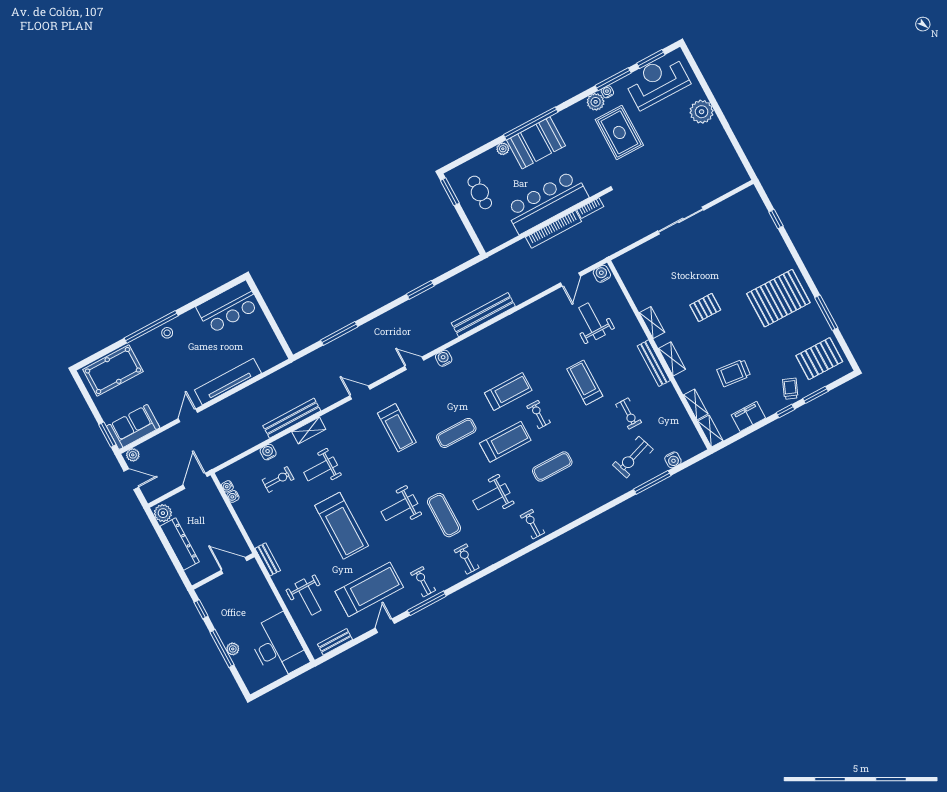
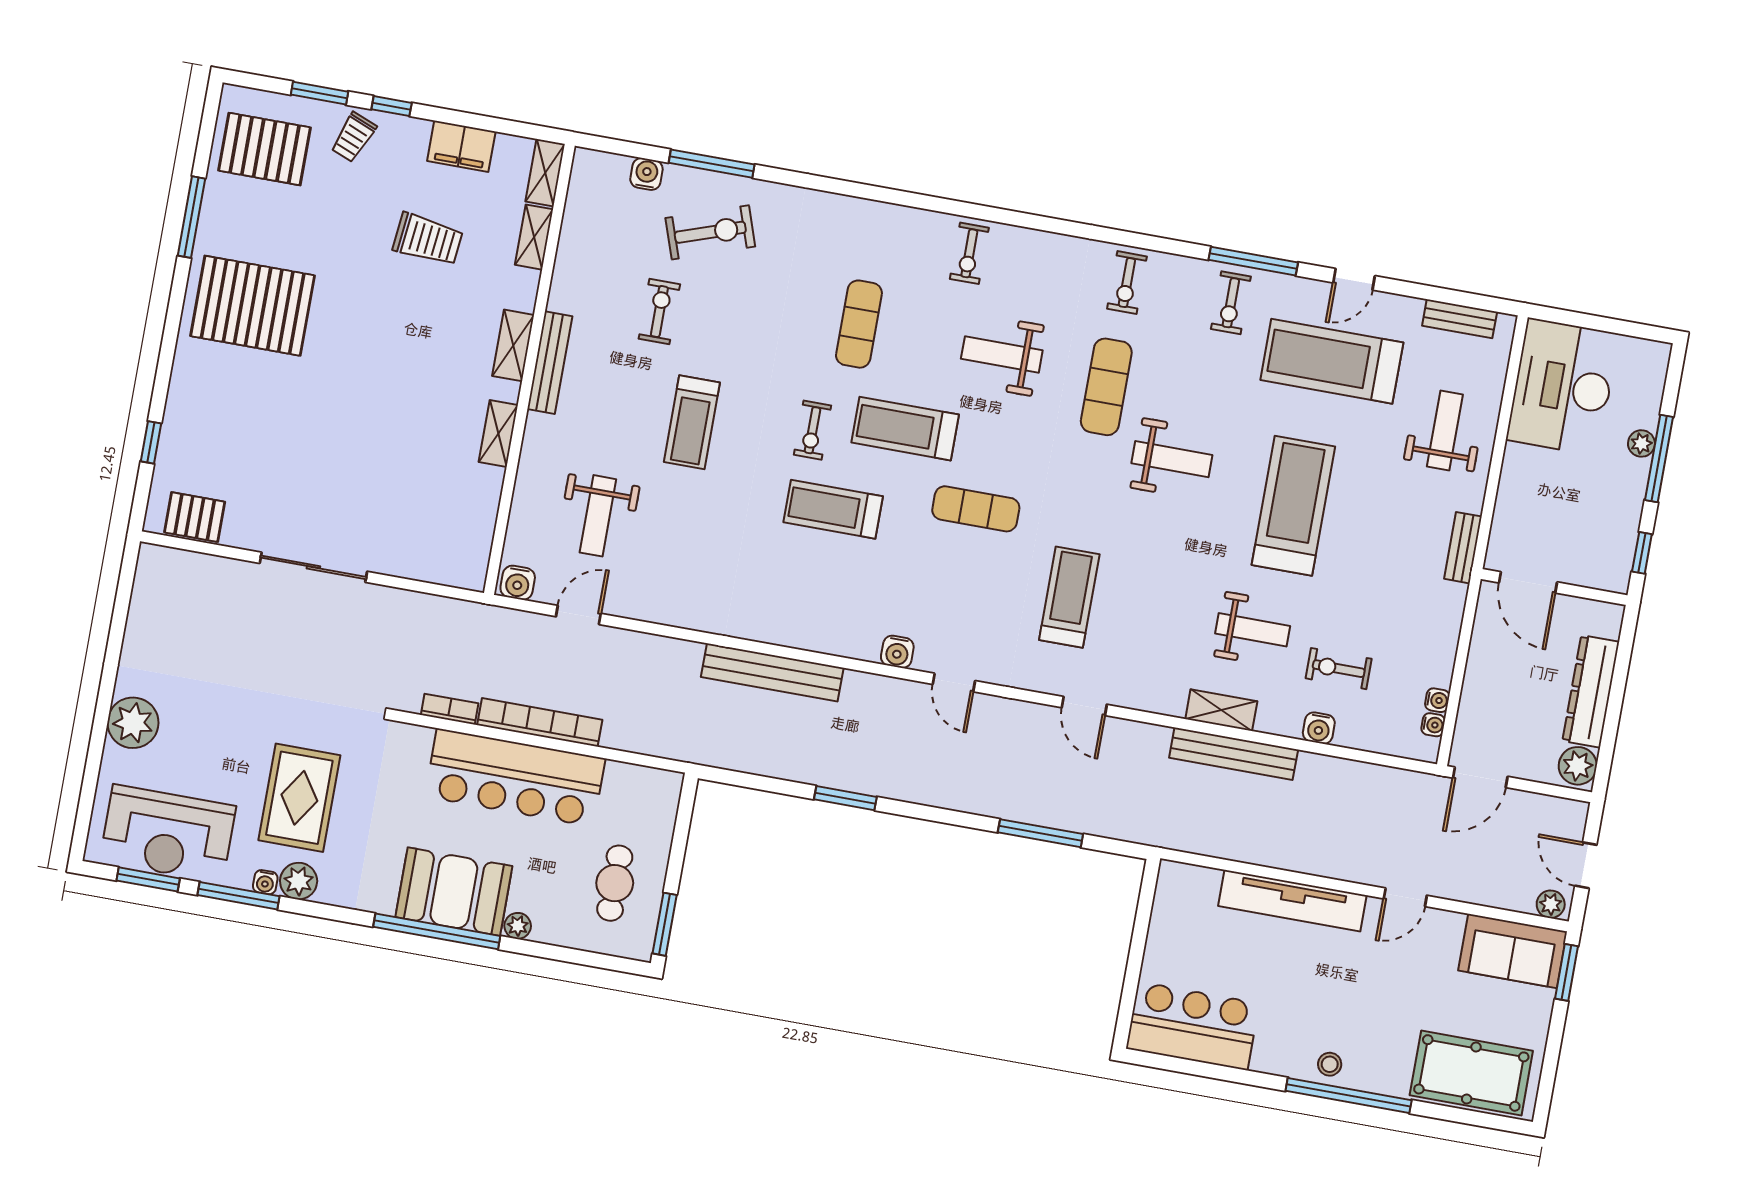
pallet: (705, 307) -> (195, 517), moved
exercise mat: (552, 467) -> (859, 324), turned 90
weight bench: (491, 497) -> (1002, 354), turned 180

